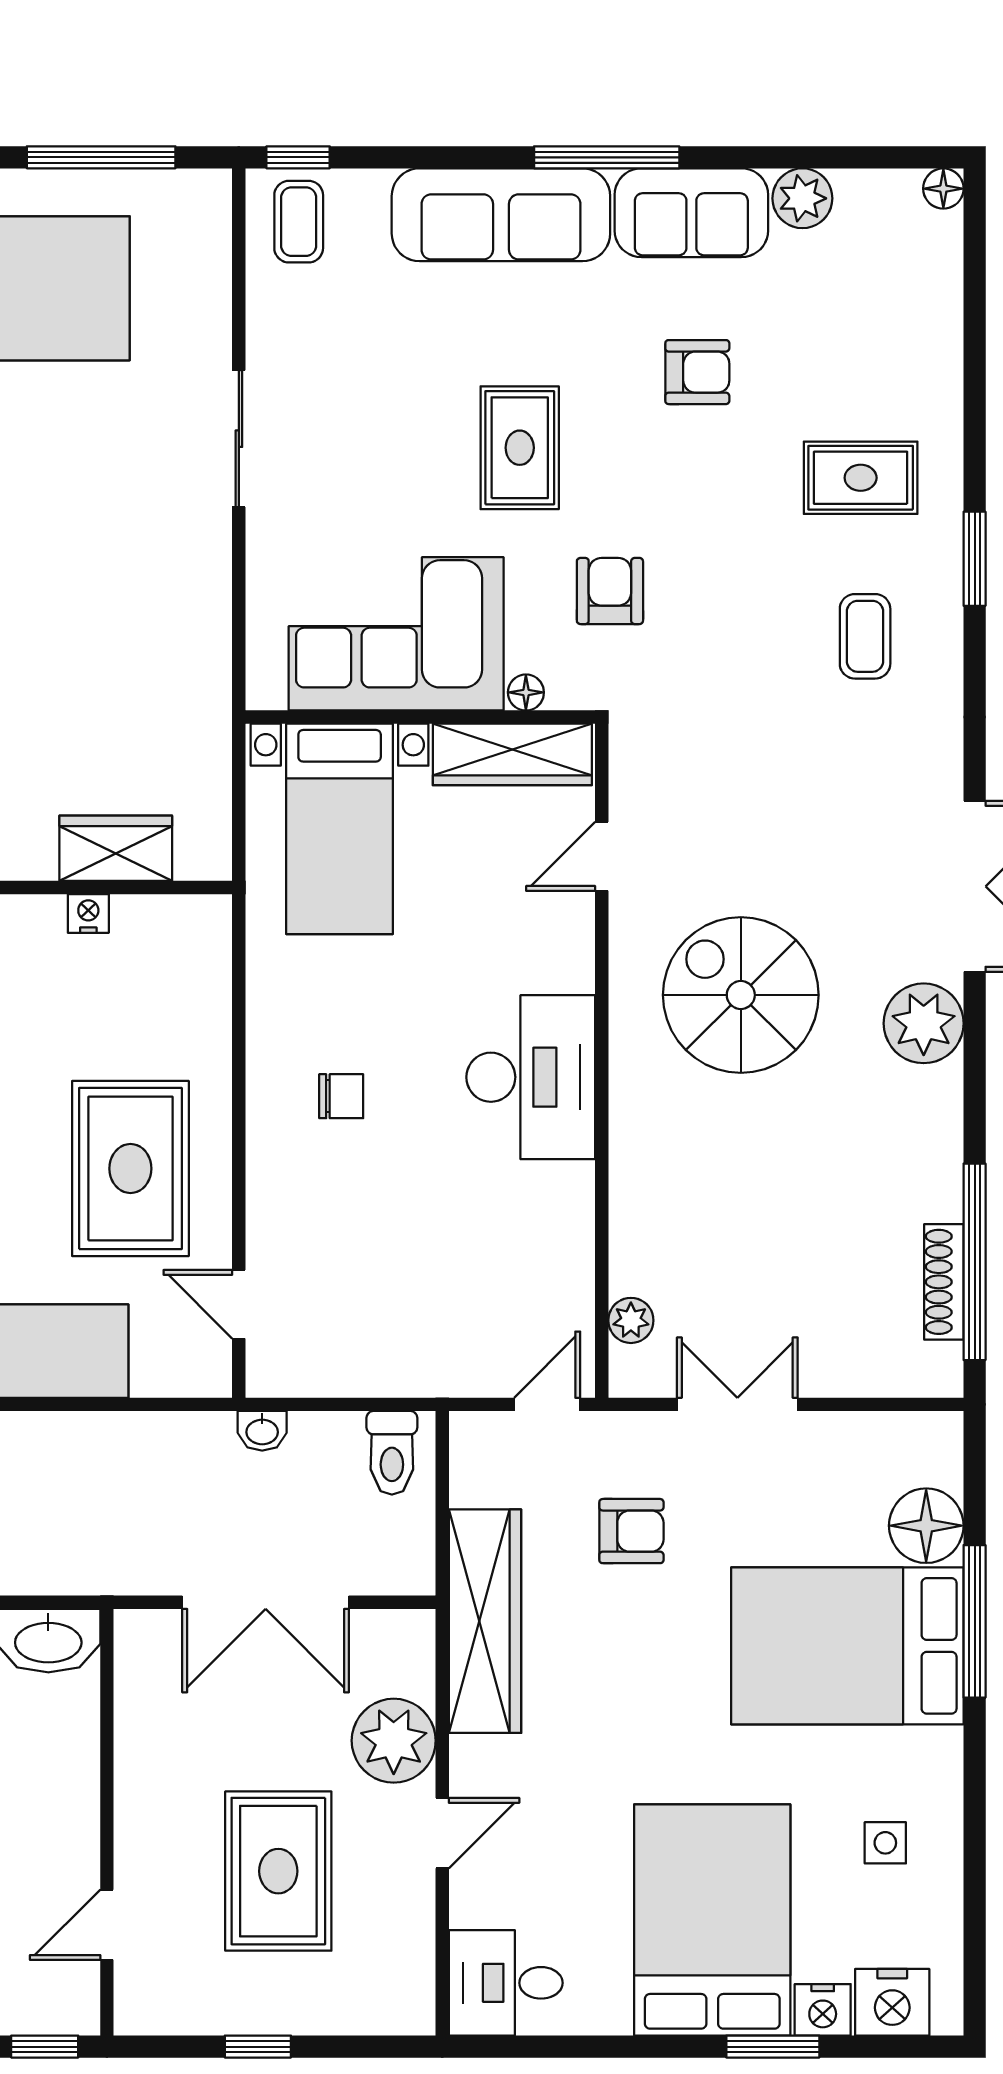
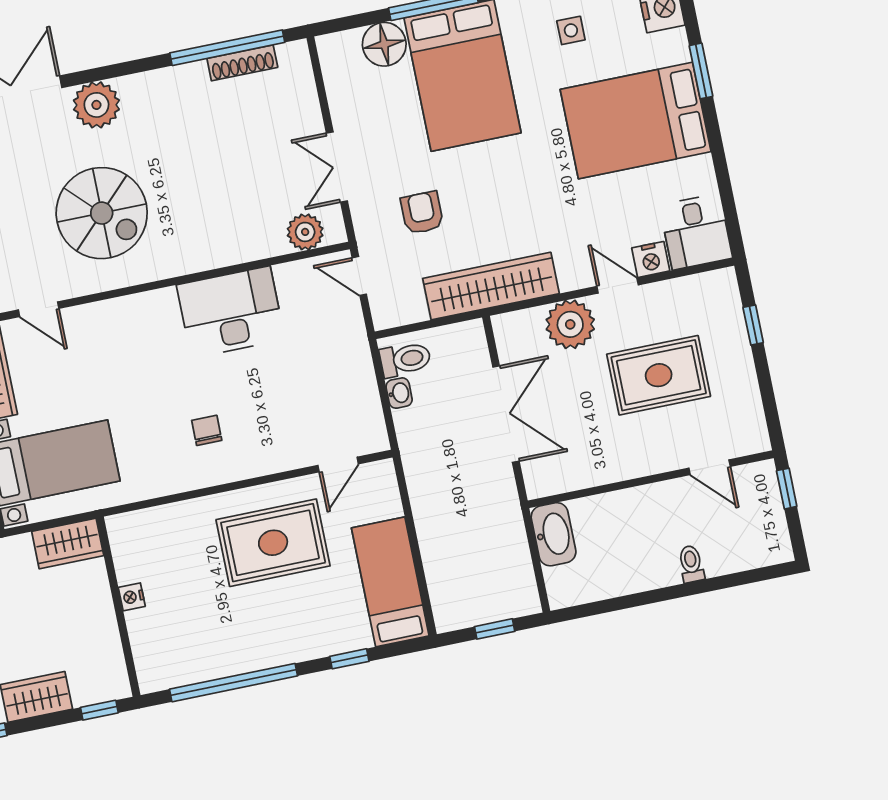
wardrobe: (116, 848) -> (68, 544), moved, turned -90
spiral stairs: (741, 995) -> (102, 213), turned -90
desk: (531, 1077) -> (231, 312), moved
plant: (631, 1320) -> (305, 232), width x1.38, depth x1.38
washbasin: (262, 1431) -> (399, 393), moved
nightstand: (823, 2010) -> (651, 259), moved, turned 90
window: (258, 2047) -> (753, 325), moved

